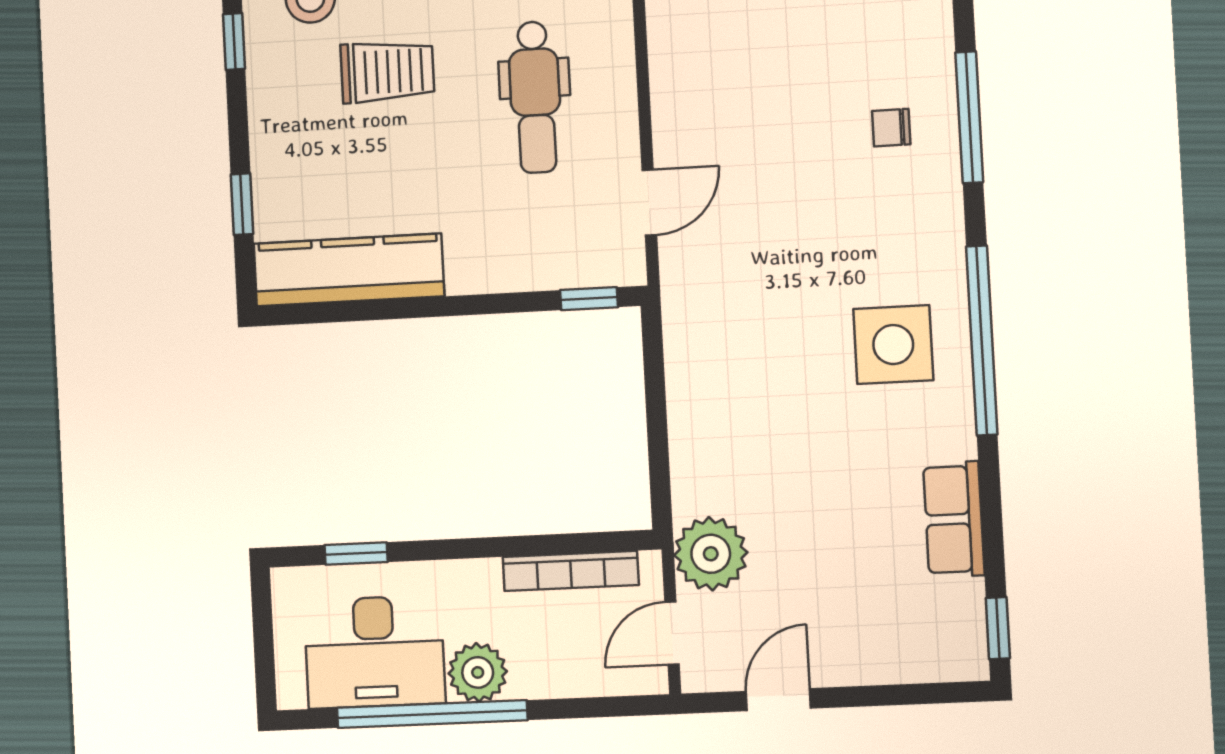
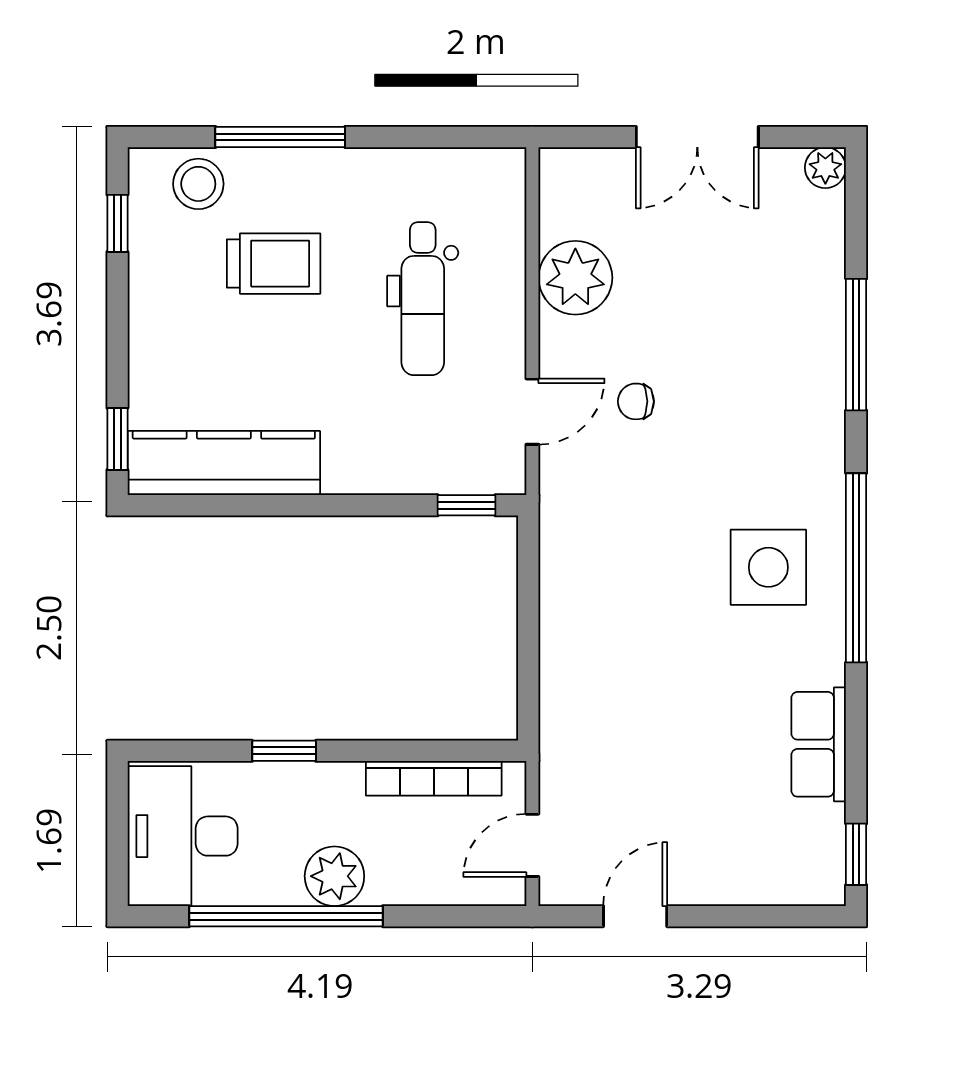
chair: (891, 128) -> (636, 401), moved
window: (242, 204) -> (117, 439), moved
window: (356, 553) -> (284, 751), moved
plant: (711, 554) -> (575, 278), moved
desk: (375, 652) -> (183, 836), moved, turned 90

